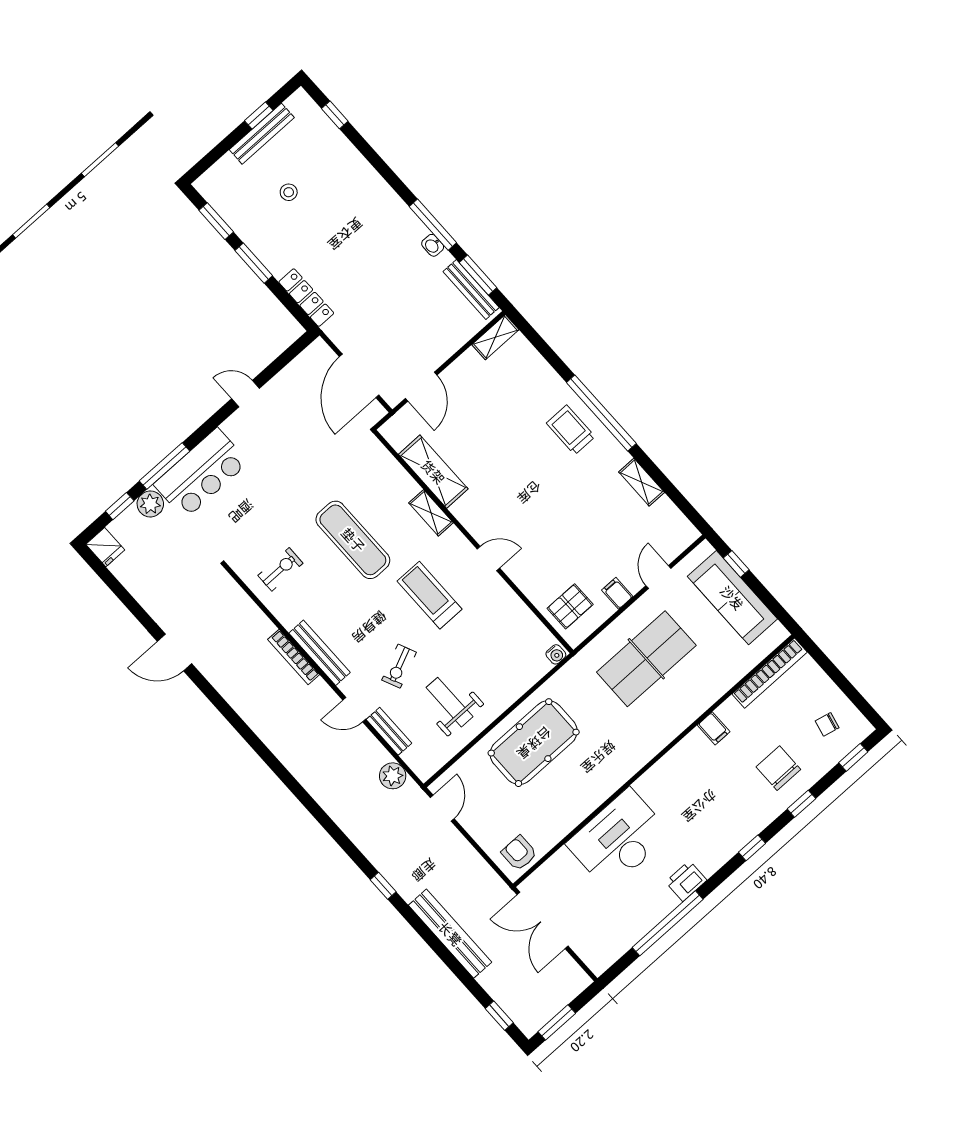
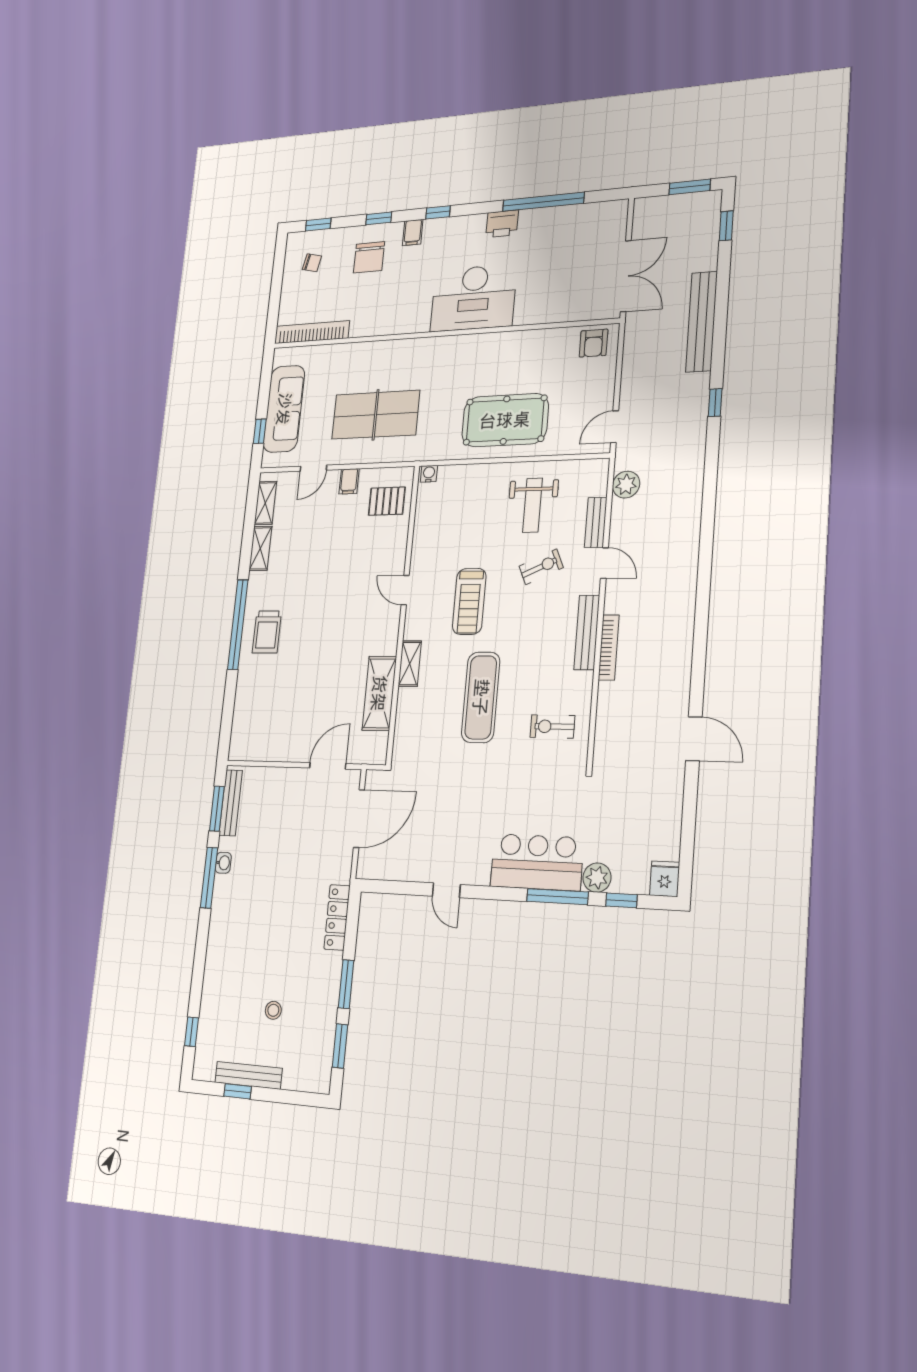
shelving: (495, 337) -> (265, 503), moved, turned 90
filing cabinet: (714, 728) -> (413, 232), moved, turned 180
desk: (619, 839) -> (473, 298), moved

